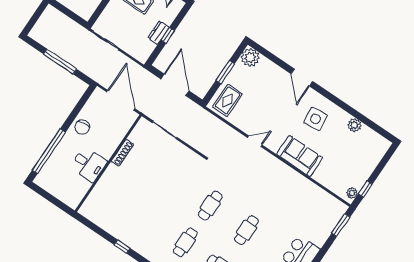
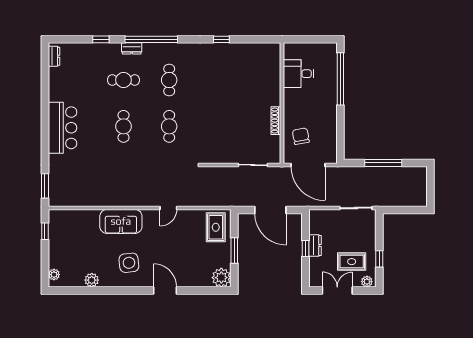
chair: (82, 127) -> (301, 136), moved
desk: (88, 164) -> (298, 74), moved
plant: (352, 193) -> (54, 275), moved

